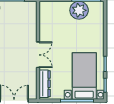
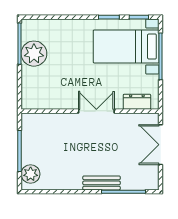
dresser: (45, 84) -> (137, 102), width x0.70

